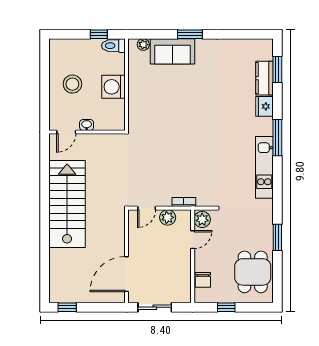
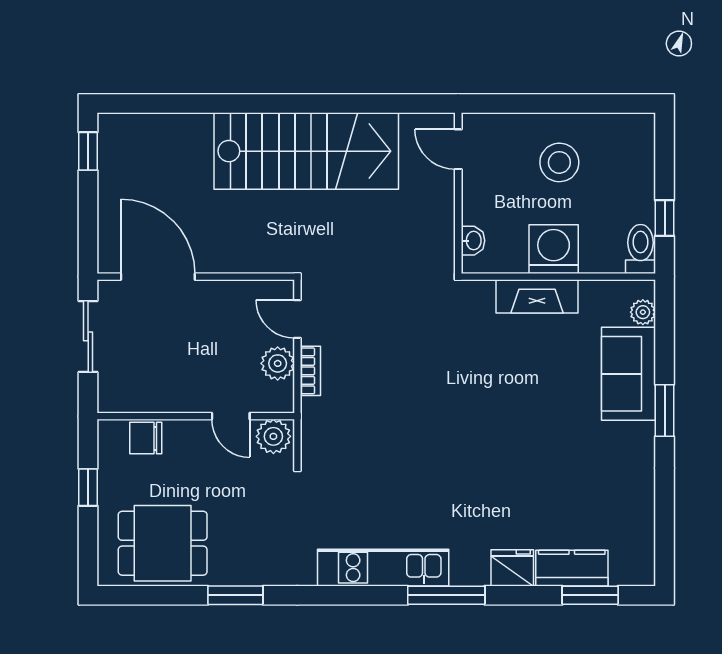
fireplace: (136, 95) -> (537, 296), added
washbasin: (87, 125) -> (473, 241), moved
bookcase: (184, 202) -> (310, 371), moved

